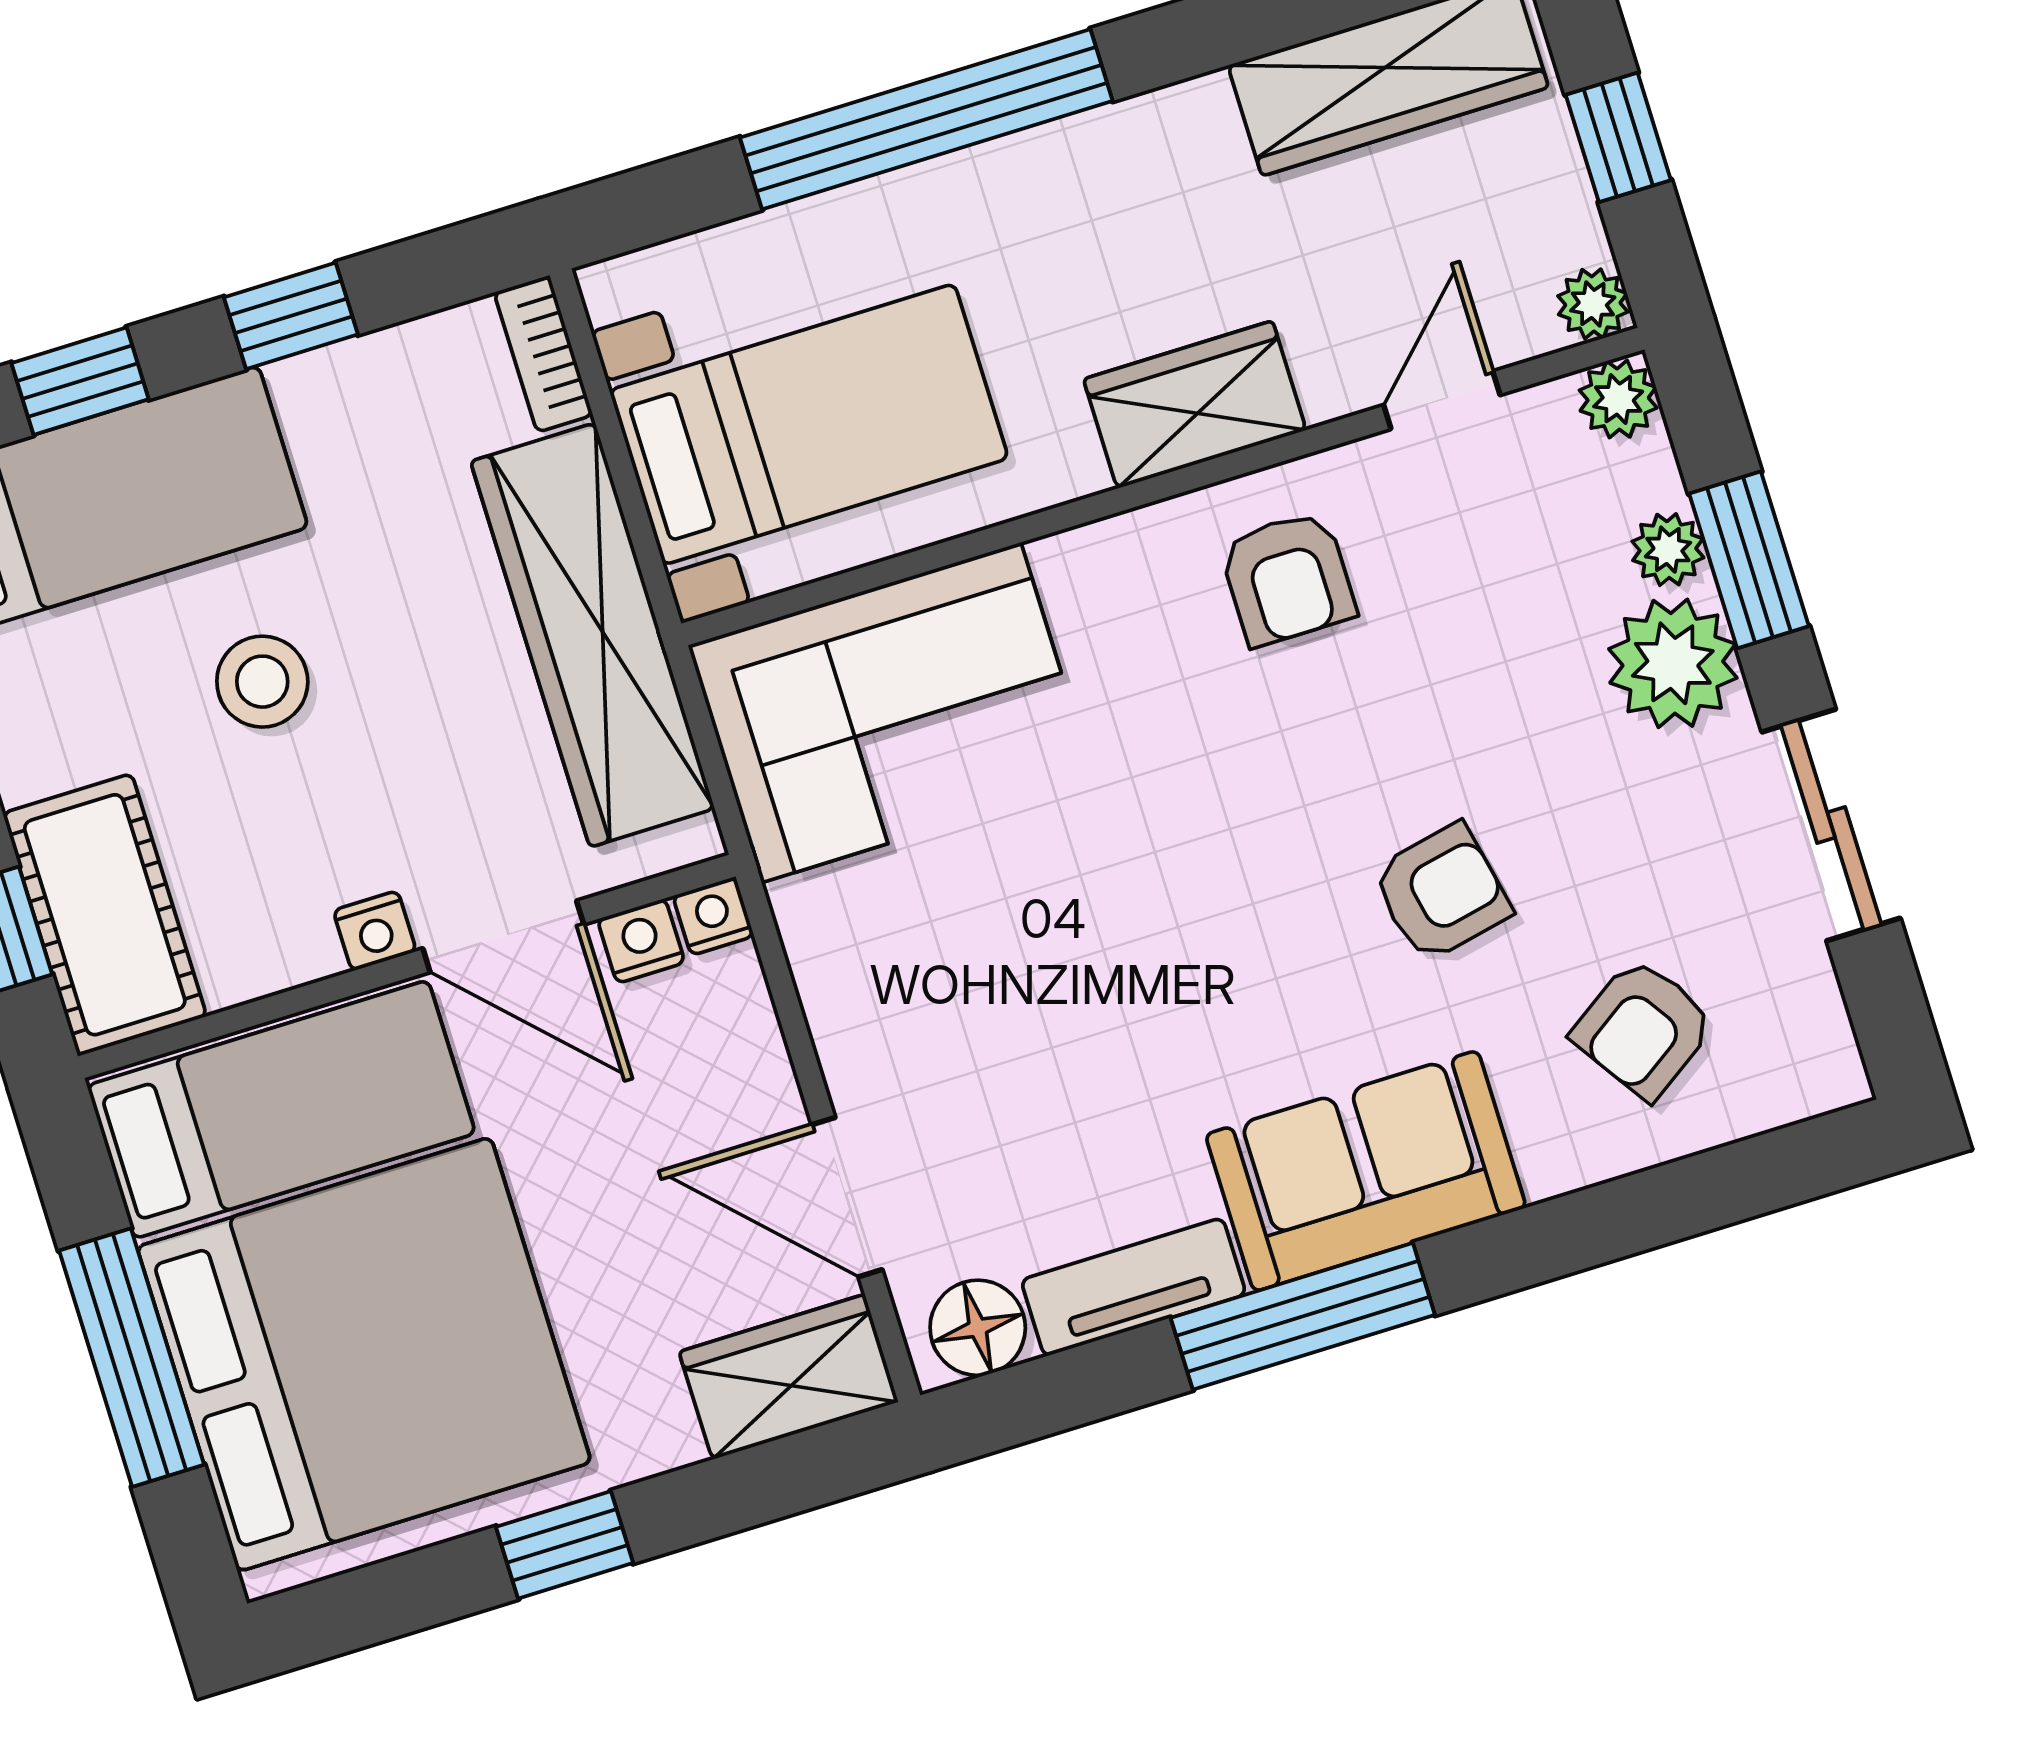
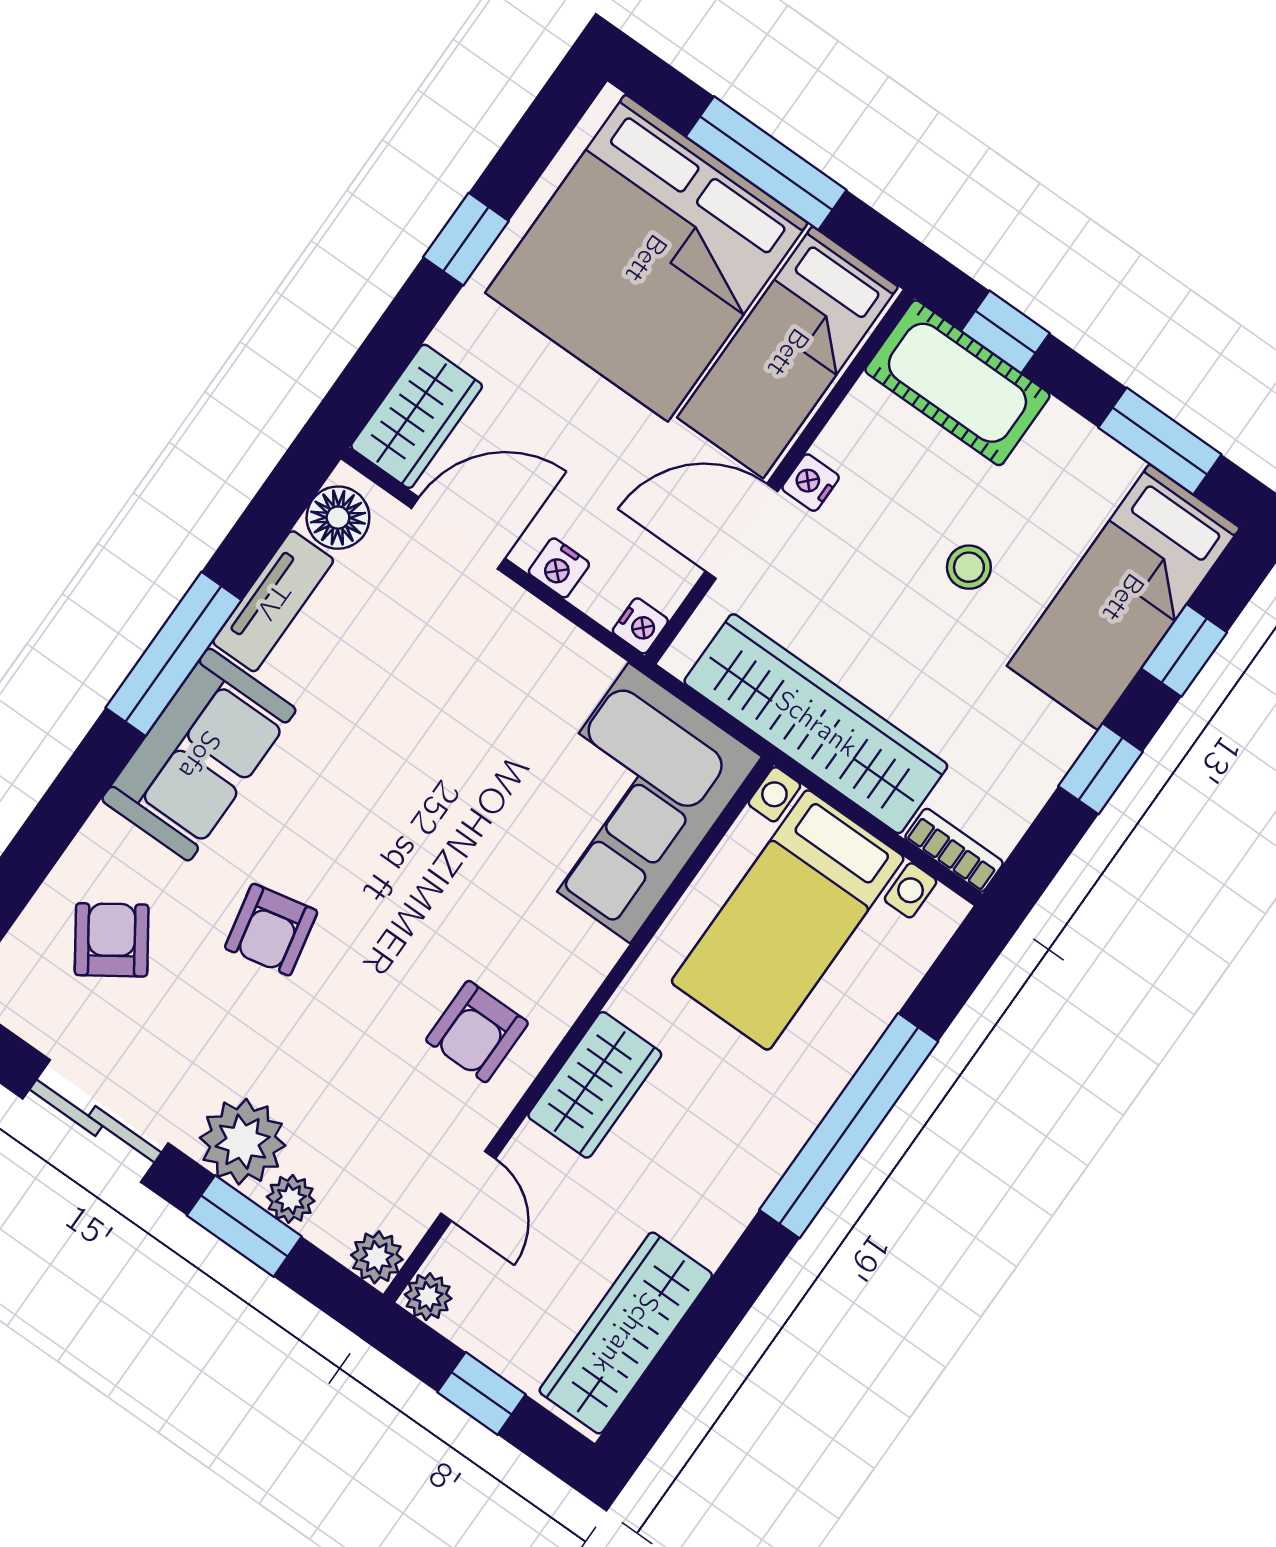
armchair: (1288, 578) -> (477, 1032), turned -90
stool: (262, 682) -> (969, 567), width x0.73, depth x0.73
nightstand: (641, 941) -> (559, 568), moved, turned 90

